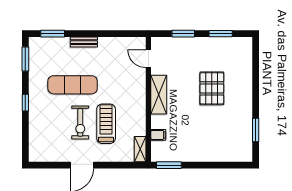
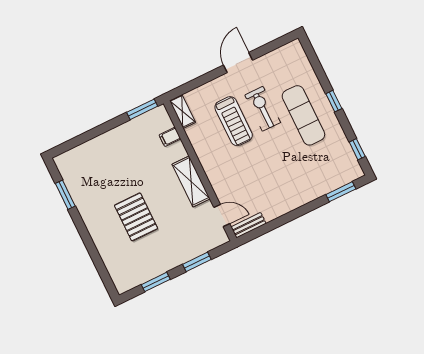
bench: (84, 42) -> (249, 225), moved
window: (25, 59) -> (357, 149), width x0.67
exercise mat: (73, 85) -> (303, 115), moved, turned 90

